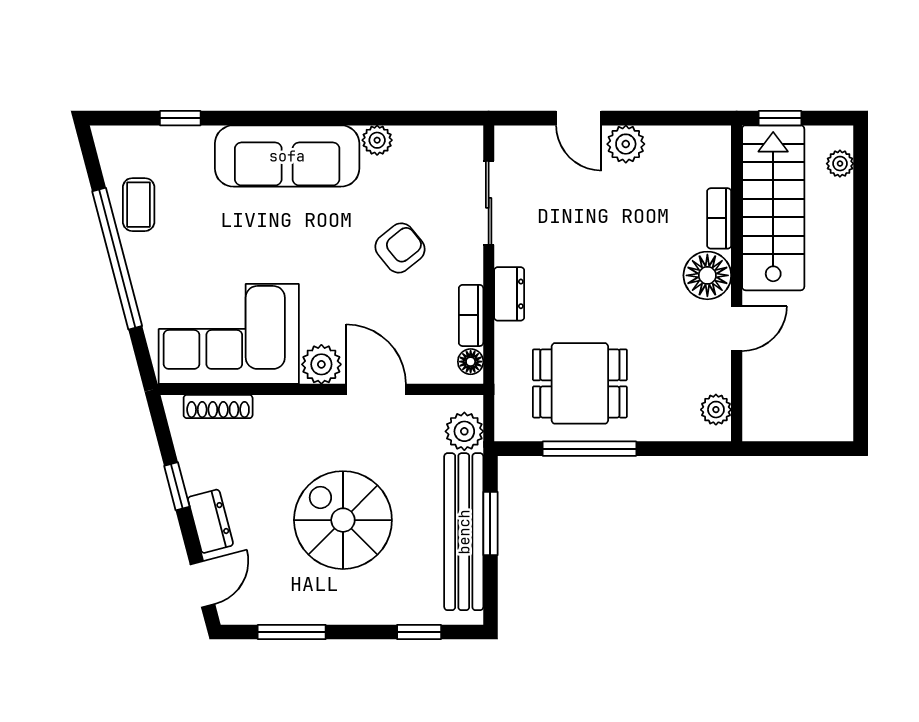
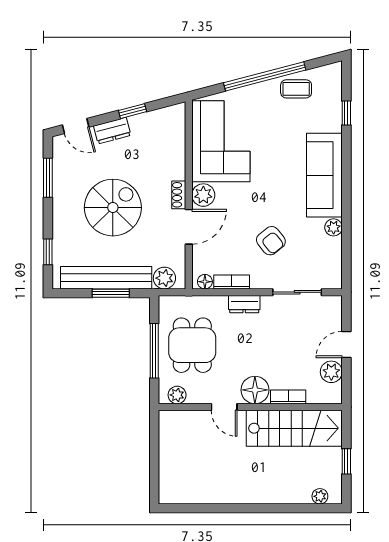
stairs: (773, 208) -> (294, 428), moved
bookcase: (719, 218) -> (288, 397), moved
floor lamp: (707, 275) -> (255, 390), moved
wall: (737, 283) -> (250, 407), moved
door: (737, 329) -> (224, 407), moved
shoe rack: (218, 407) -> (179, 195), moved, width x0.70
plant: (716, 410) -> (177, 395), moved

